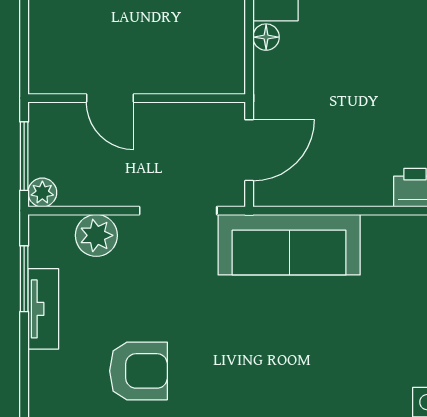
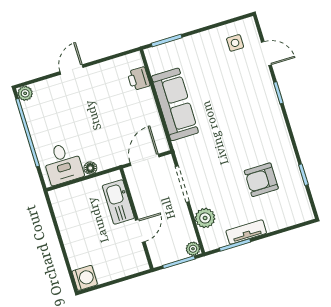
kitchen sink: (181, 72) -> (118, 202), added
door: (249, 150) -> (145, 160), hinge flipped
sofa: (289, 245) -> (175, 104), moved
armchair: (138, 371) -> (261, 180), turned -90

